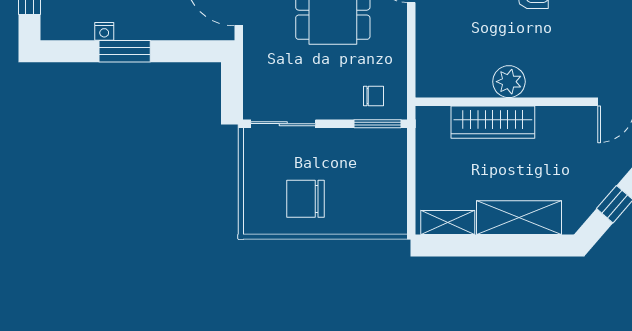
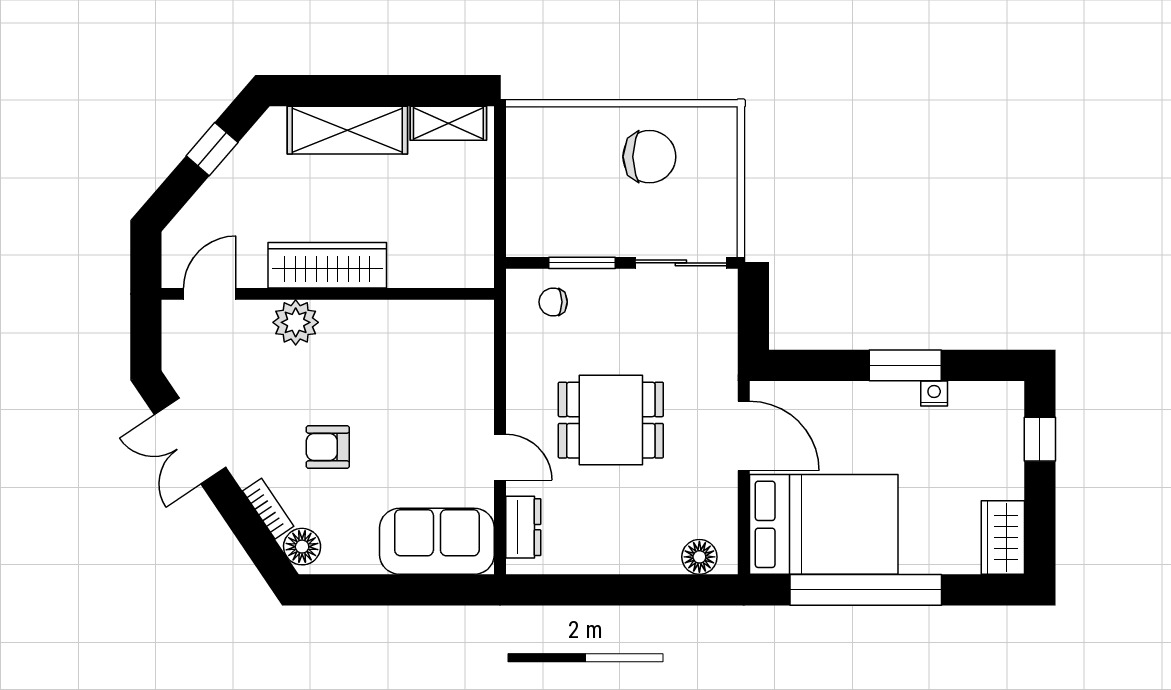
plant: (509, 82) -> (296, 322), moved
wardrobe: (493, 122) -> (327, 265), moved
window: (377, 124) -> (582, 263), moved

